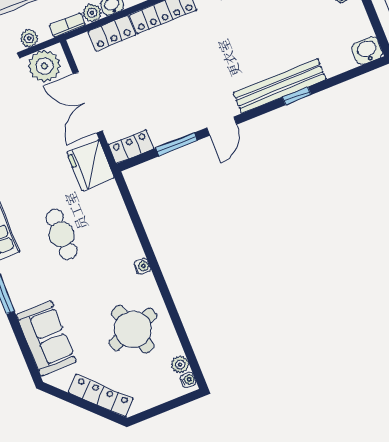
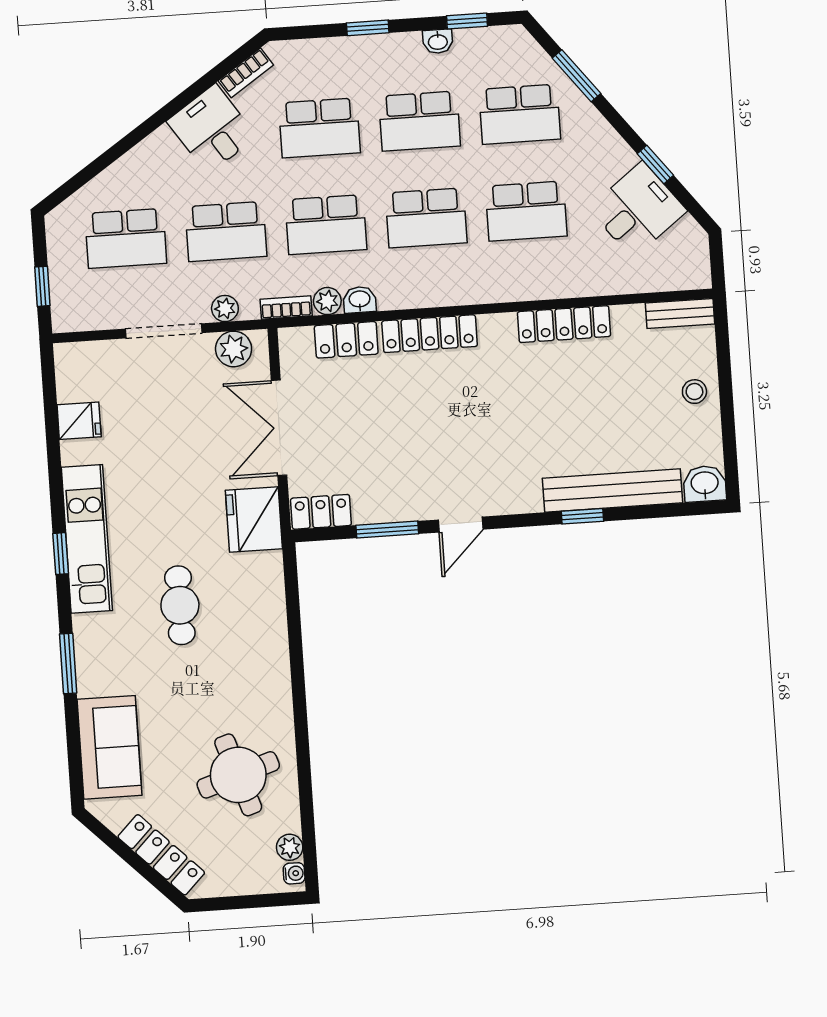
plant: (44, 66) -> (234, 349), width x0.73, depth x0.73
bench: (280, 86) -> (612, 490), moved
water cooler: (142, 266) -> (281, 689), removed

